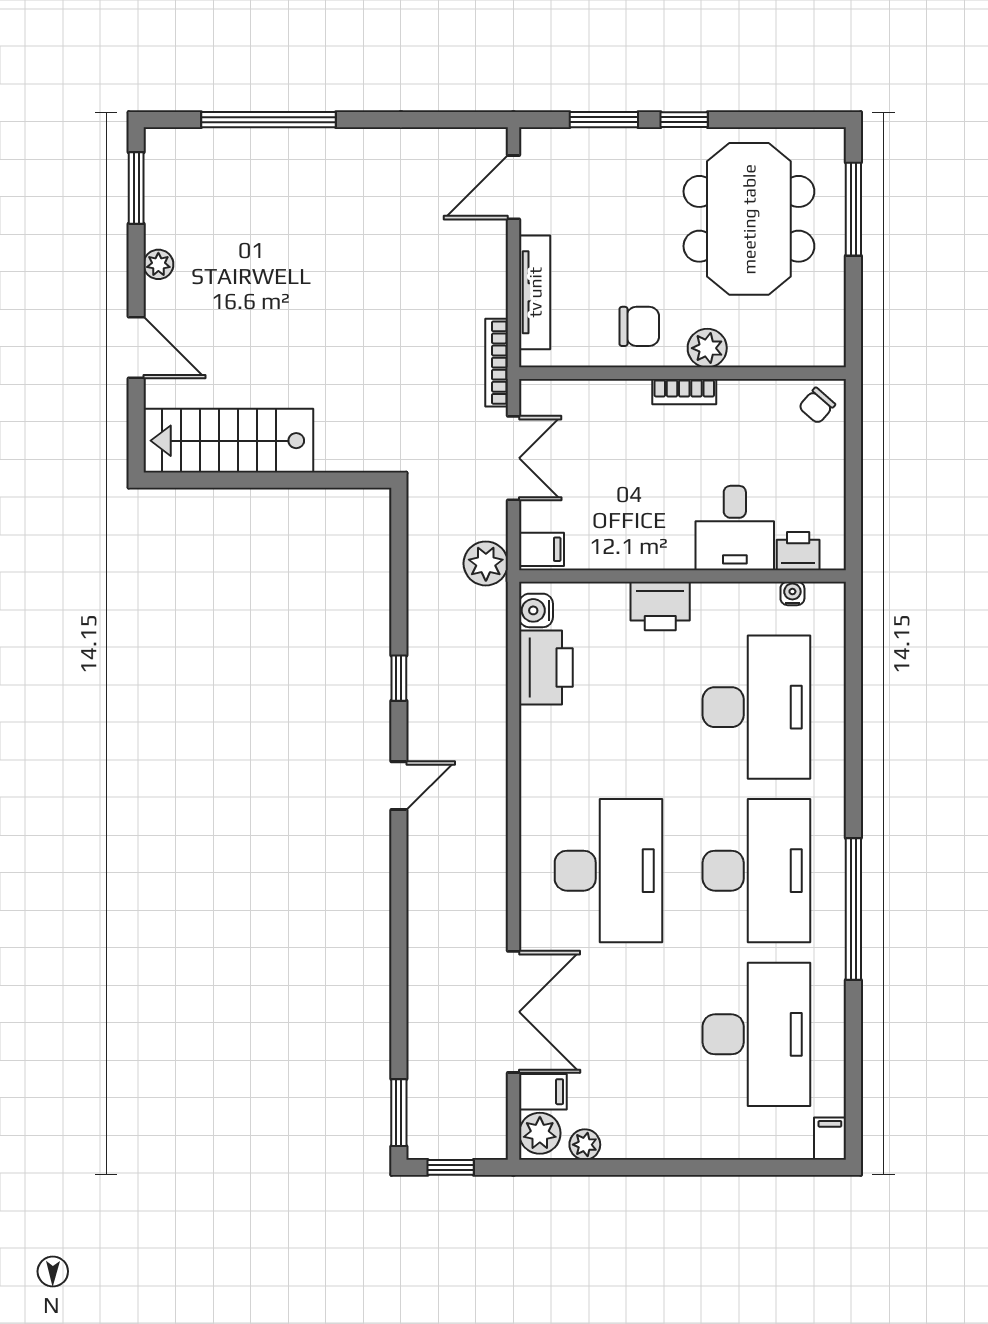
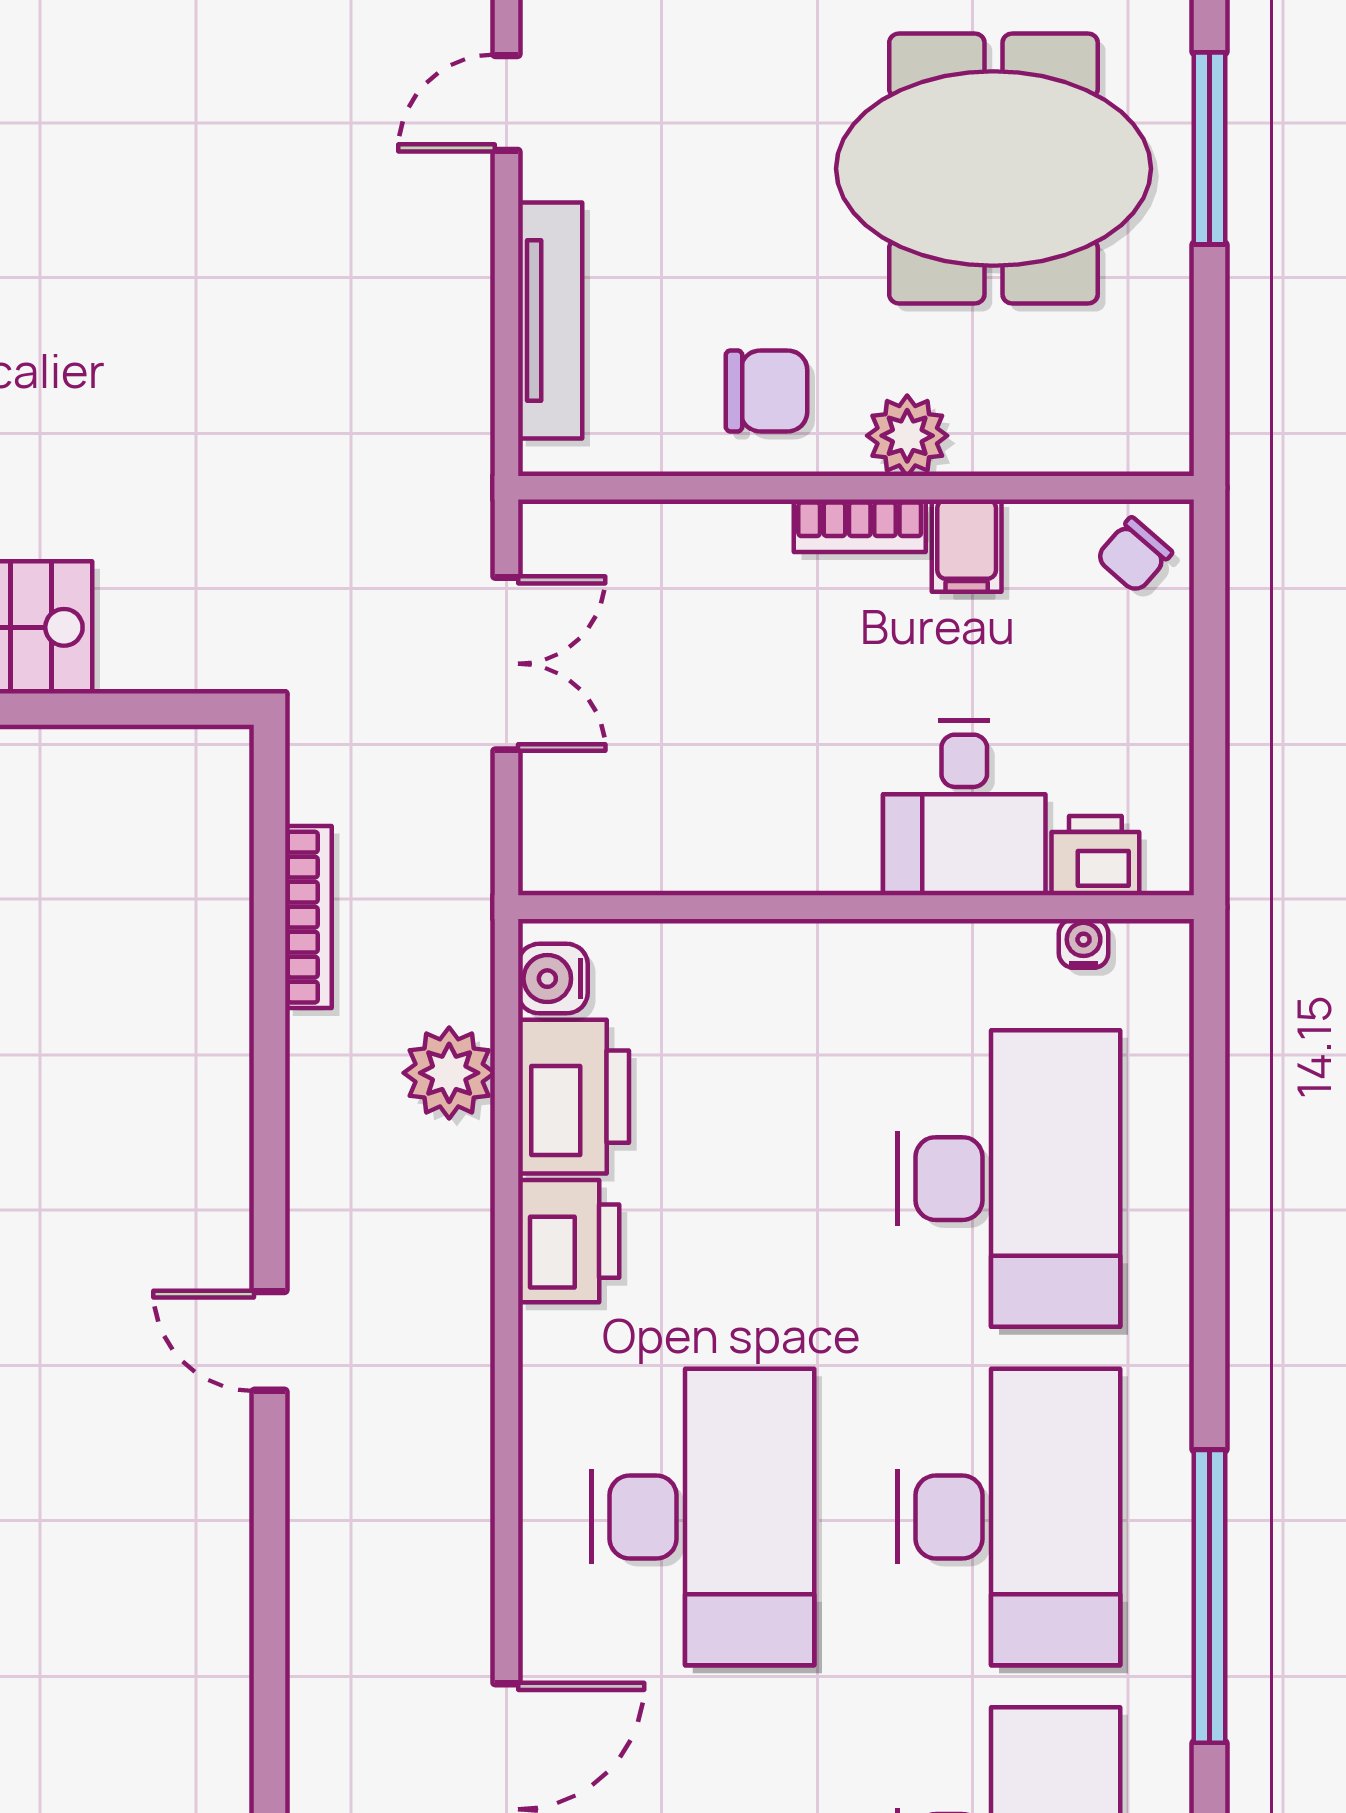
door: (513, 187) -> (506, 103), width x0.73
meeting table: (749, 219) -> (993, 169), turned 90
bookcase: (497, 363) -> (308, 917), moved, turned 180
filing cabinet: (541, 549) -> (967, 546), moved, turned 90
plant: (486, 563) -> (449, 1073), moved
printer: (660, 606) -> (569, 1241), moved, turned -90
window: (399, 678) -> (269, 1119), removed
door: (399, 786) -> (269, 1341), swing flipped

